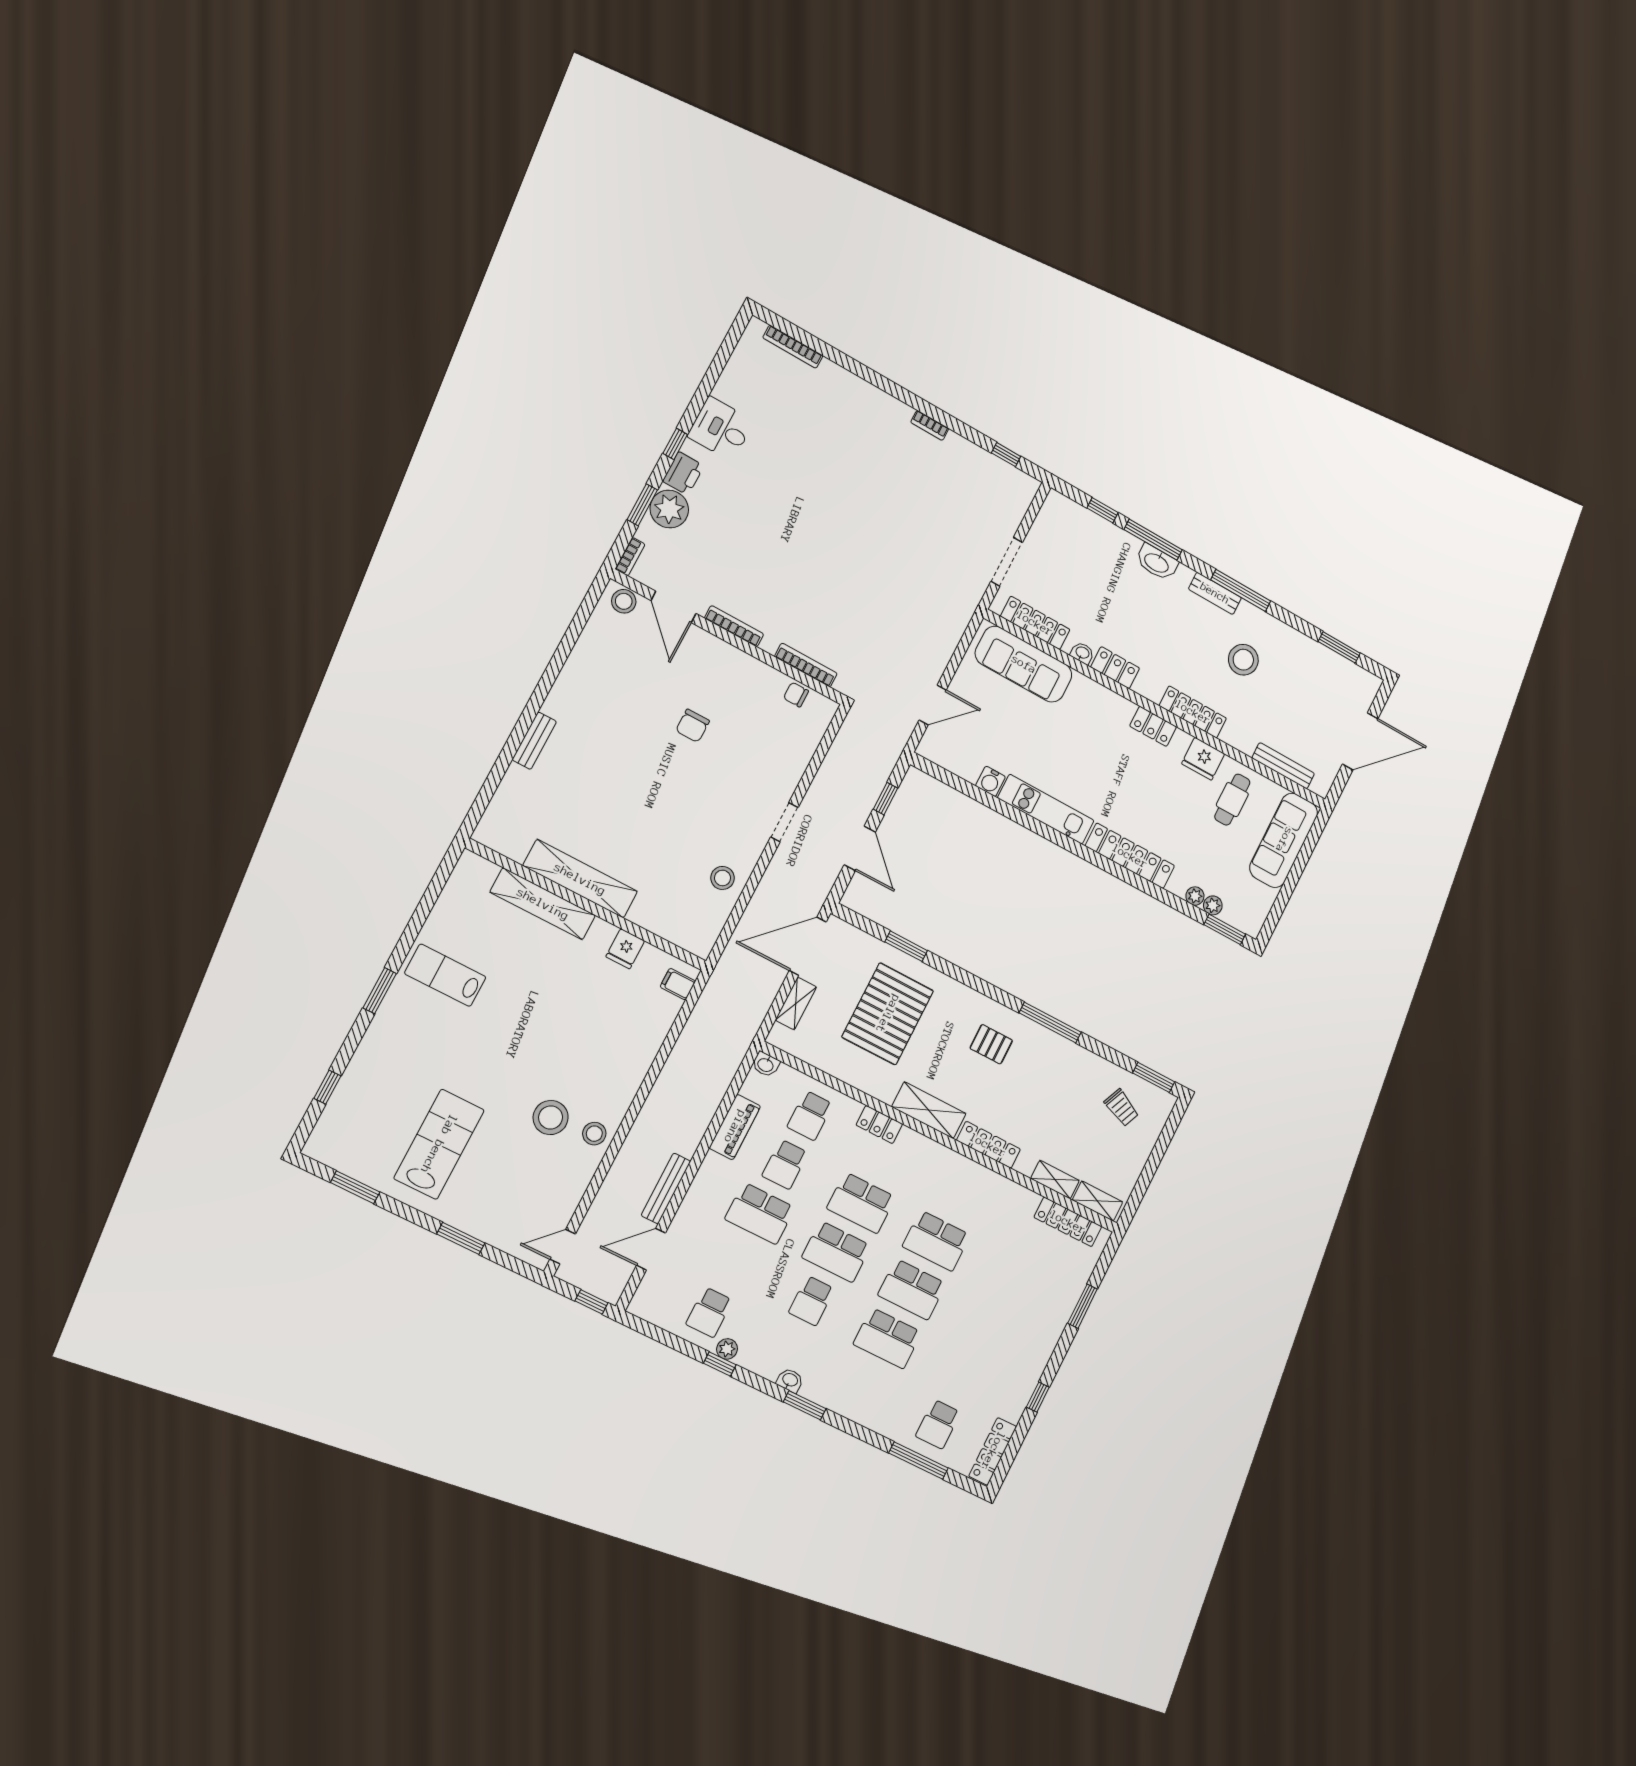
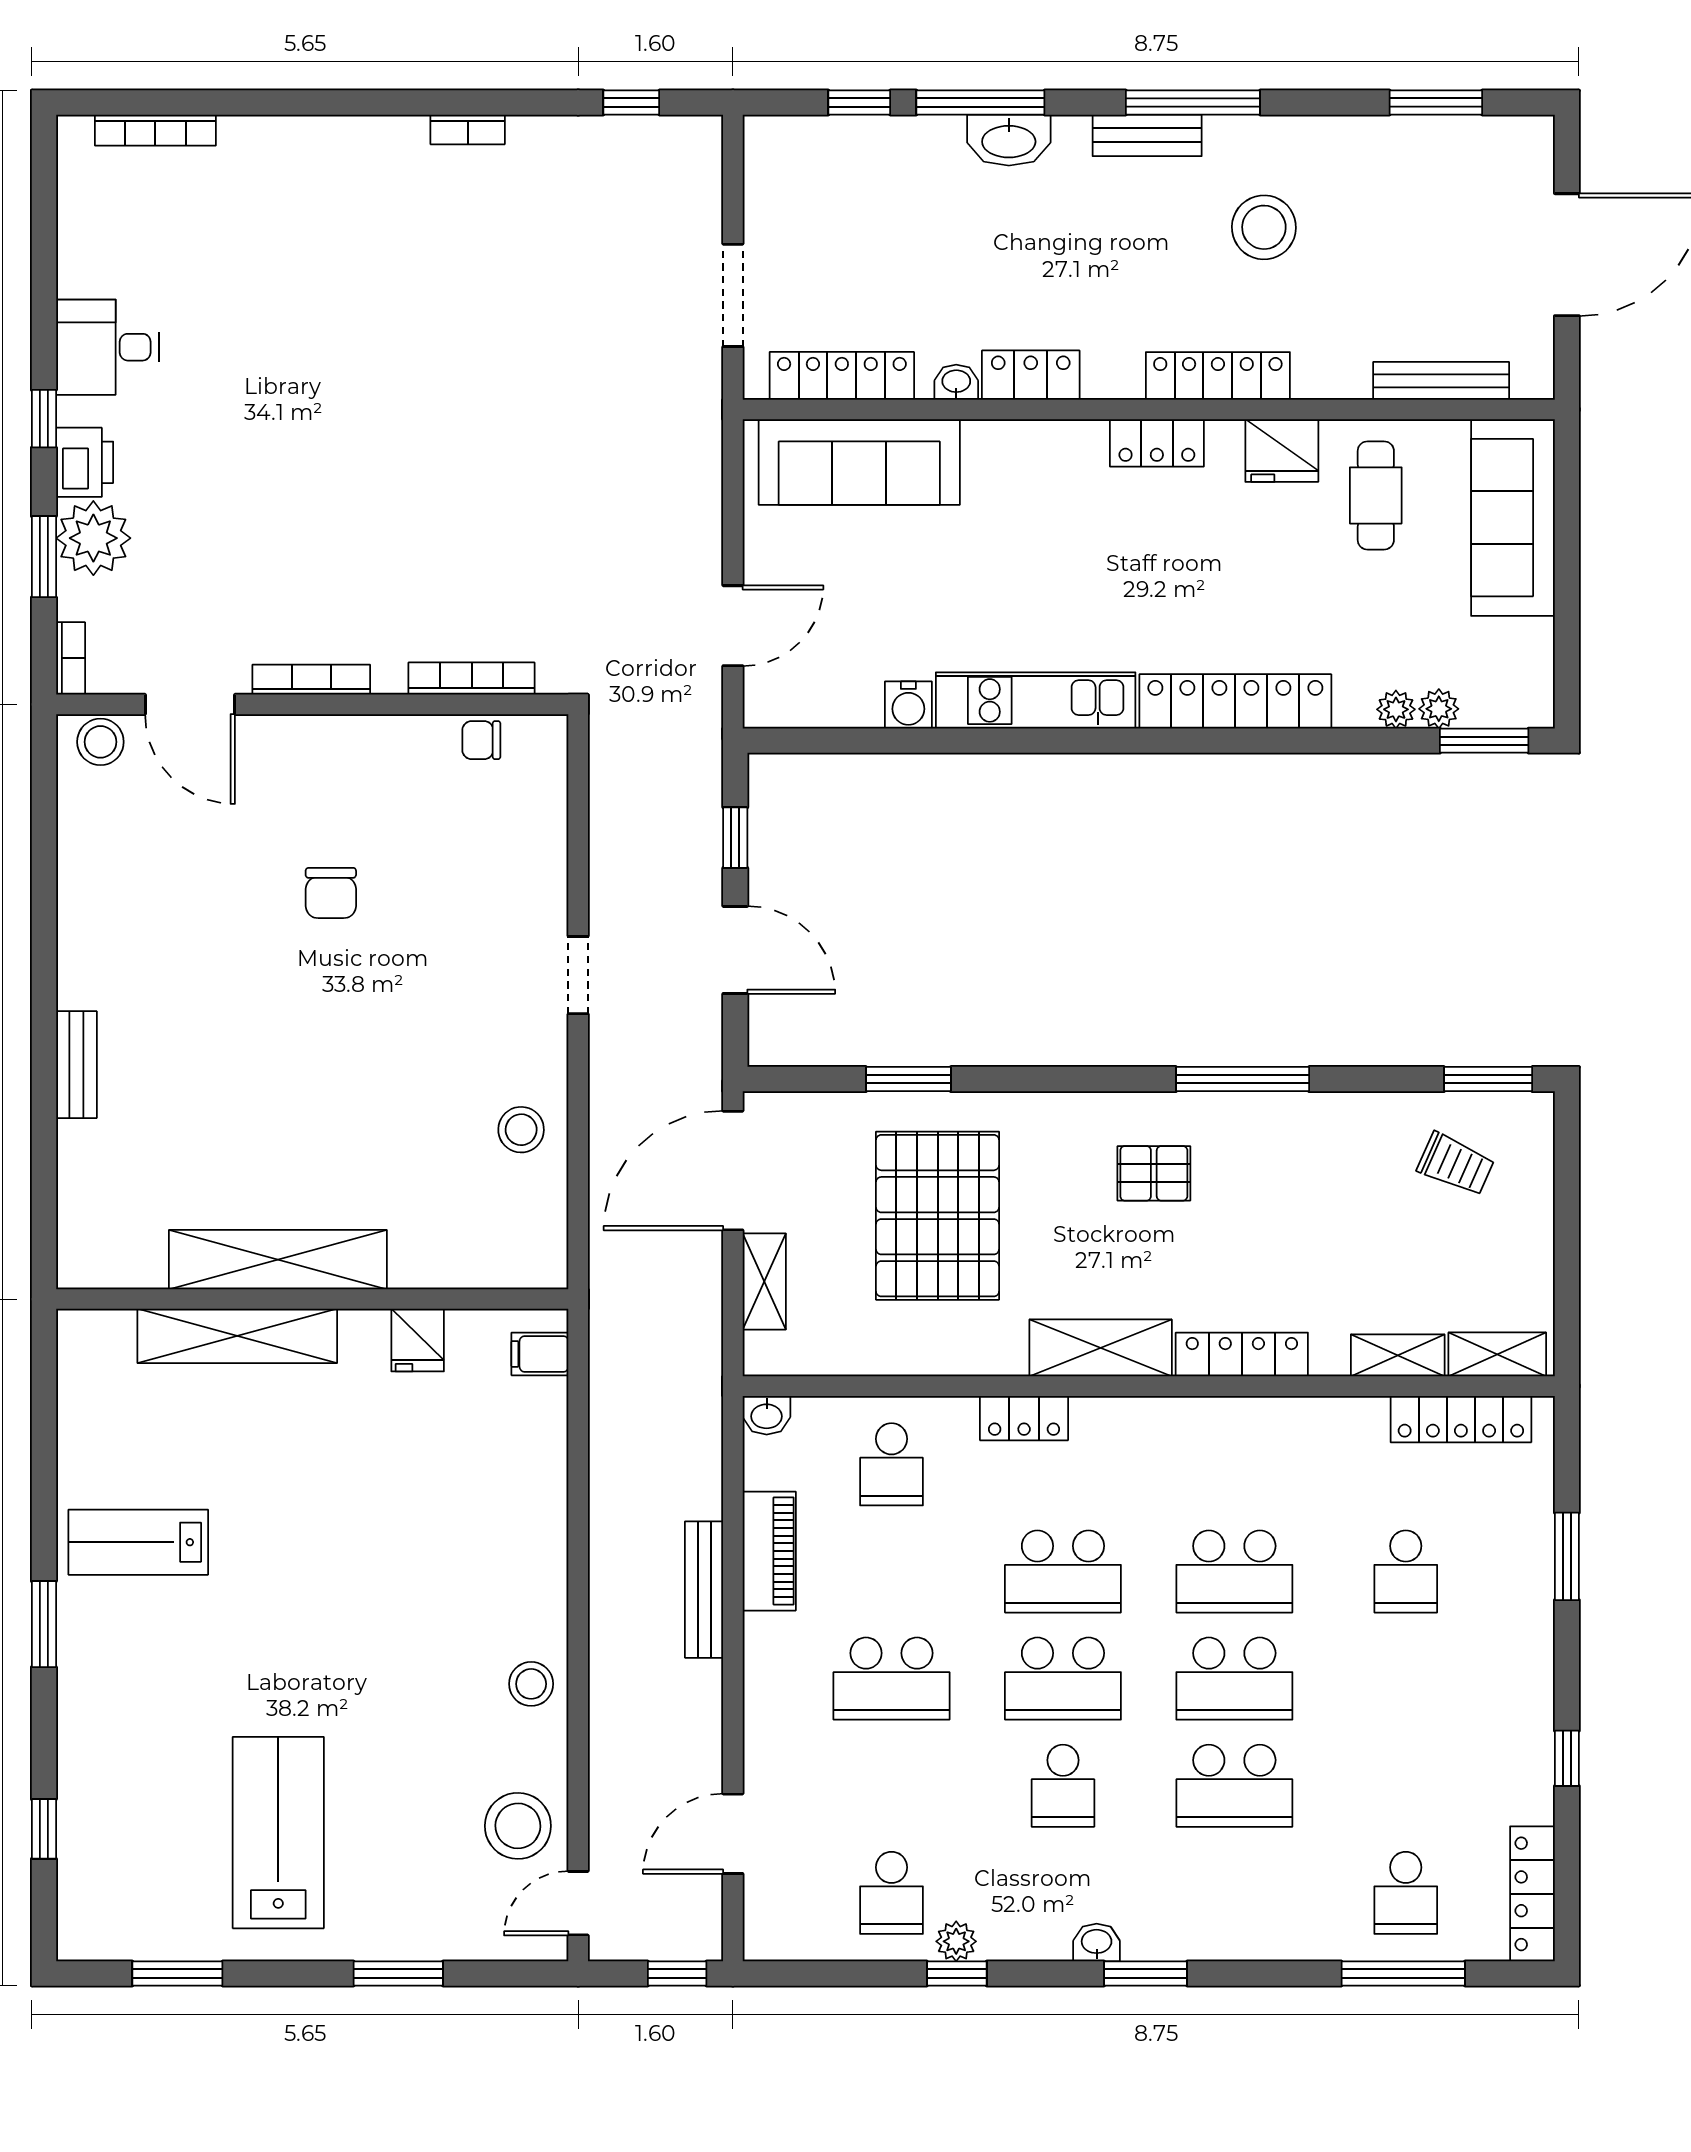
stool: (551, 1118) -> (518, 1826), moved
school desk: (785, 1164) -> (1406, 1571), moved
bench: (666, 1188) -> (704, 1590), moved

